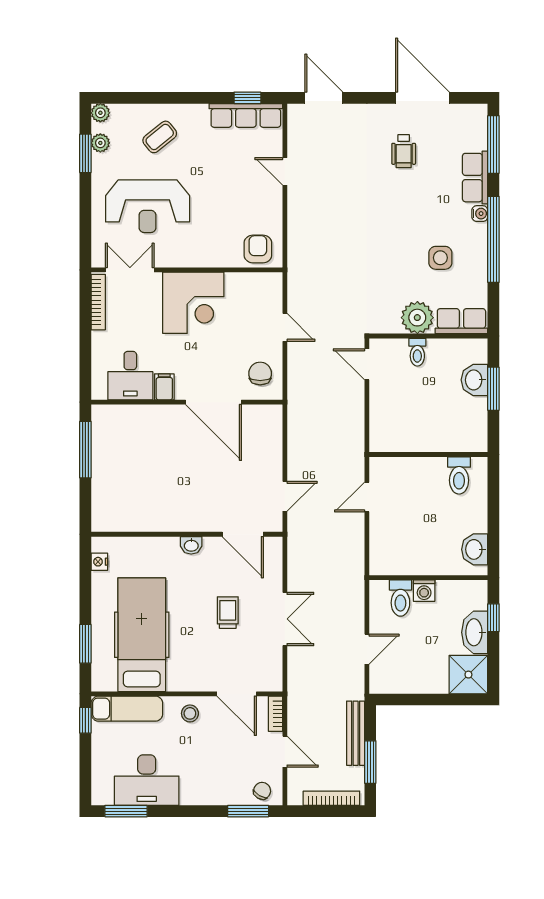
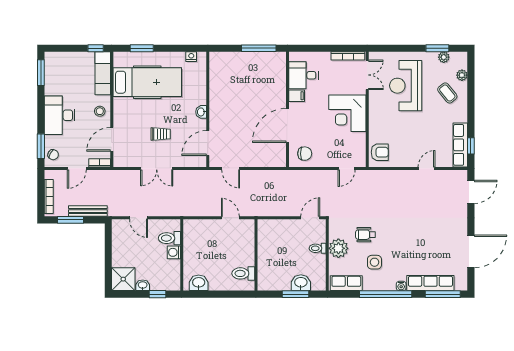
plant: (100, 113) -> (462, 75), moved
wheelchair: (404, 151) -> (365, 235), moved
row of seats: (475, 178) -> (430, 283), width x1.48
row of seats: (461, 321) -> (346, 283), moved, turned -90
door: (285, 327) -> (347, 168), moved
washbasin: (475, 632) -> (143, 285), width x0.52, depth x0.69
desk: (147, 780) -> (60, 115), moved

